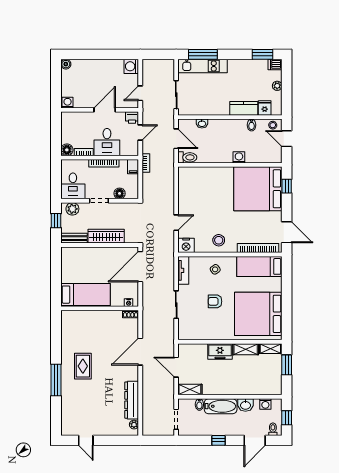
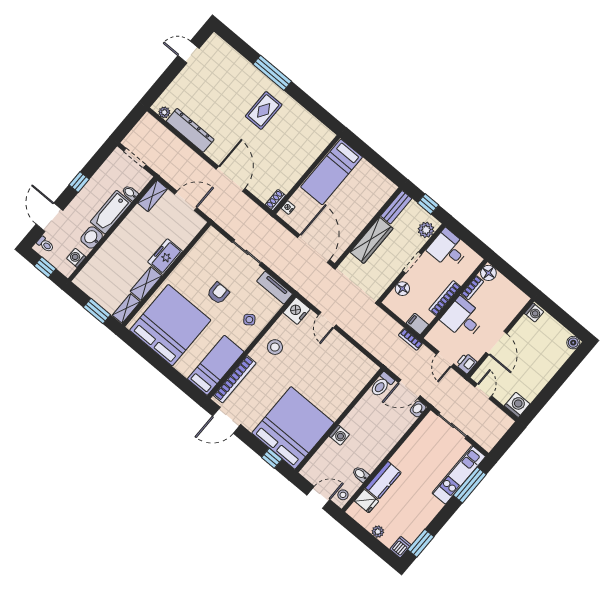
washbasin: (202, 123) -> (418, 409), moved
rug: (83, 366) -> (264, 110), turned 90

